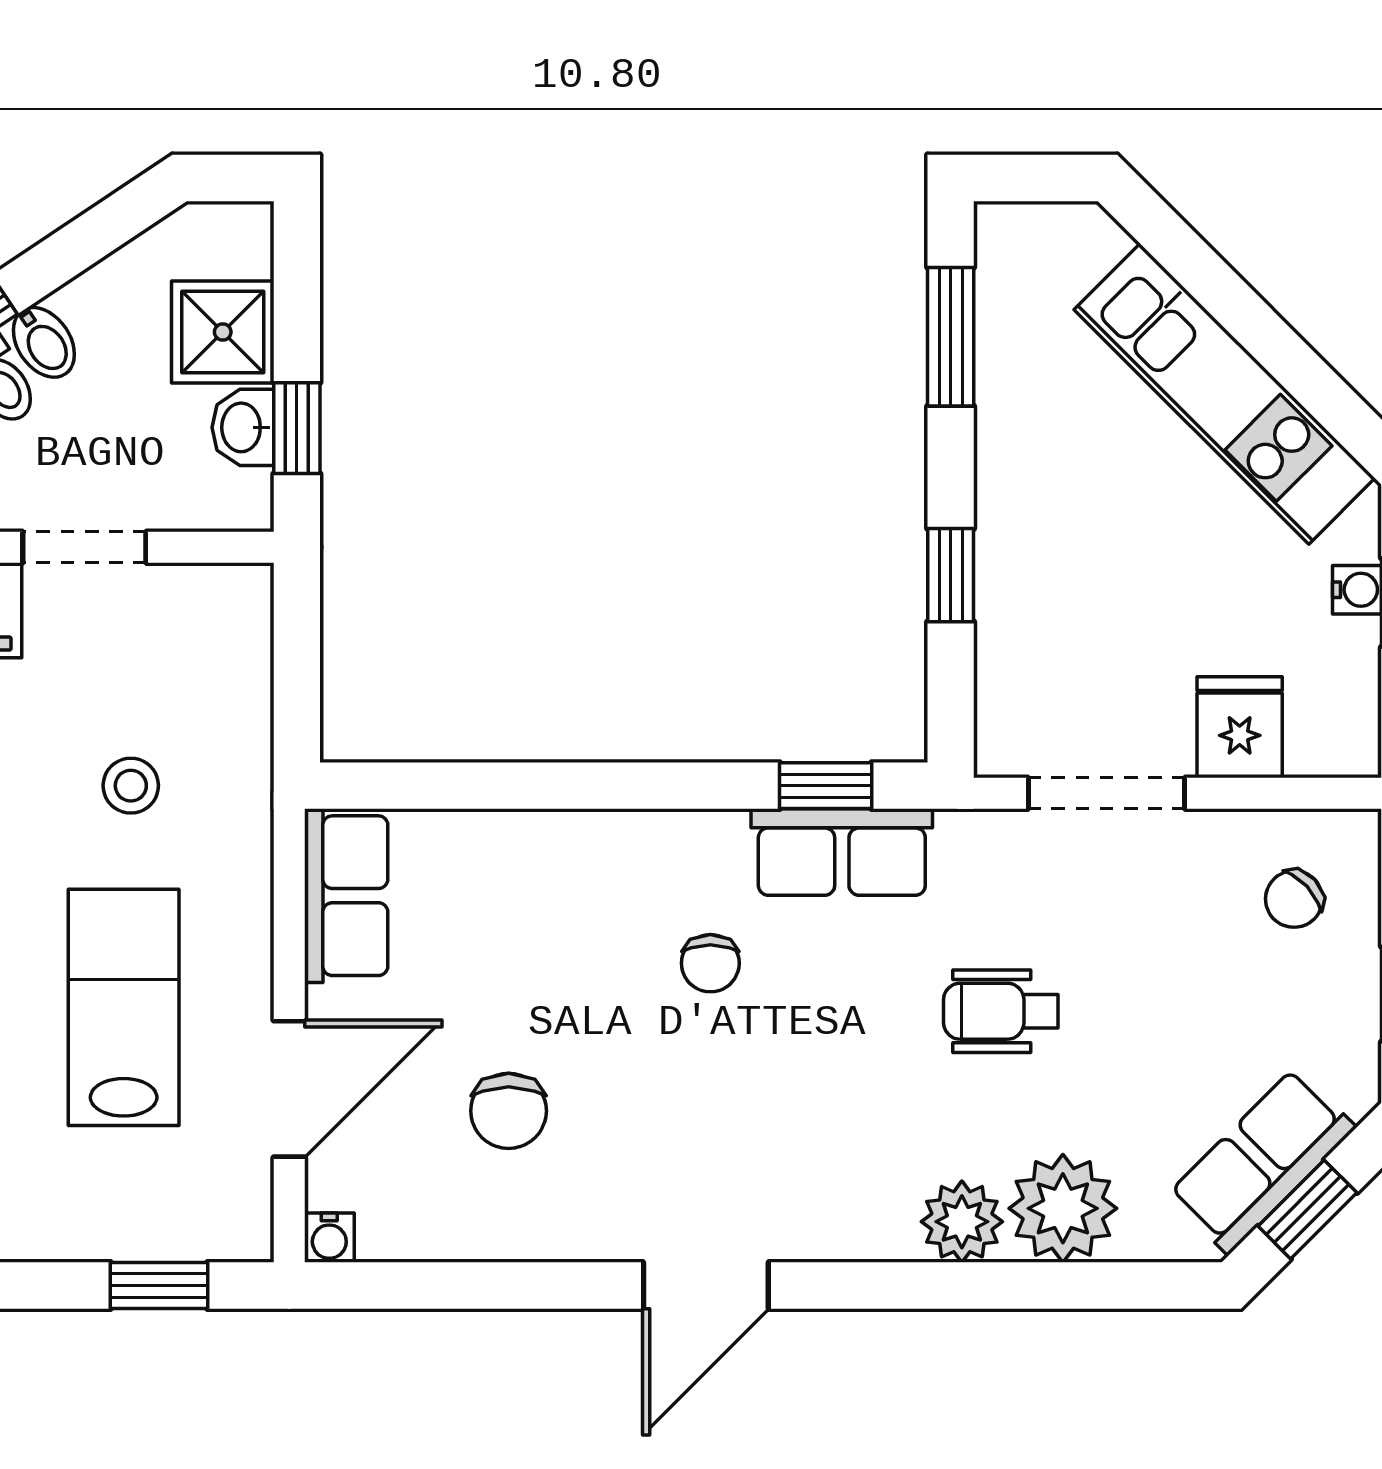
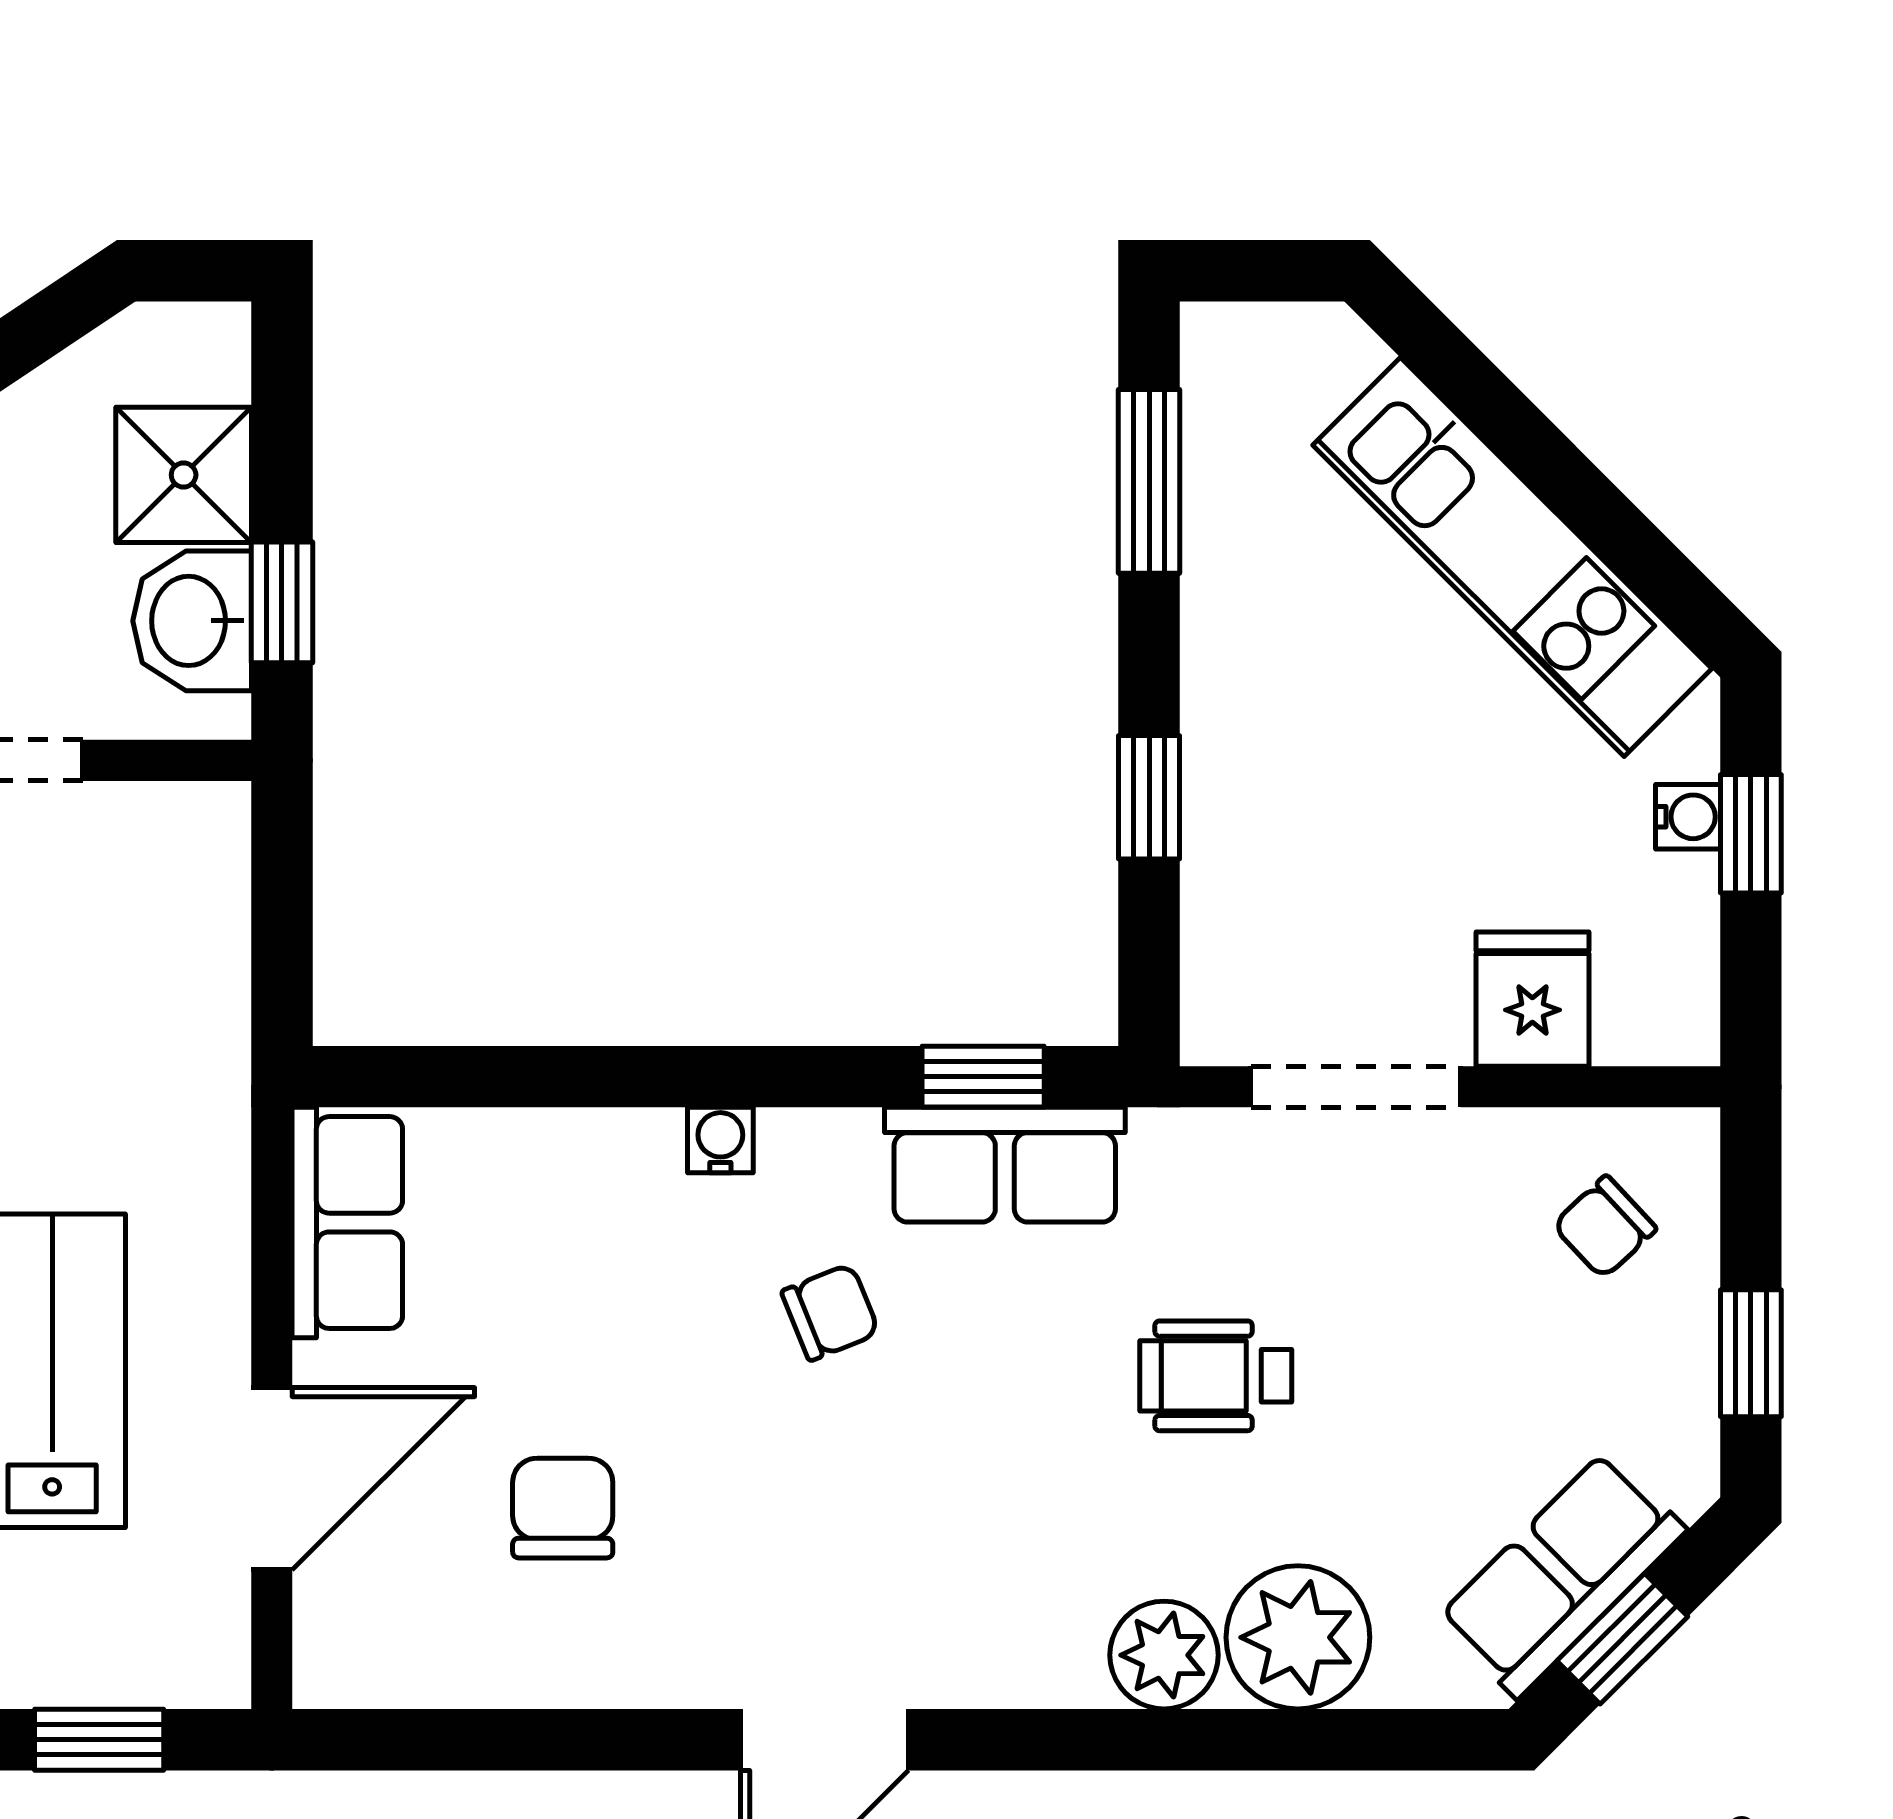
washbasin: (243, 427) -> (192, 621), width x1.38, depth x1.45
stool: (131, 786) -> (62, 1077), removed
chair: (710, 963) -> (830, 1312), turned -112
chair: (509, 1111) -> (563, 1508), turned 180
water cooler: (329, 1238) -> (720, 1140), moved, turned 180

